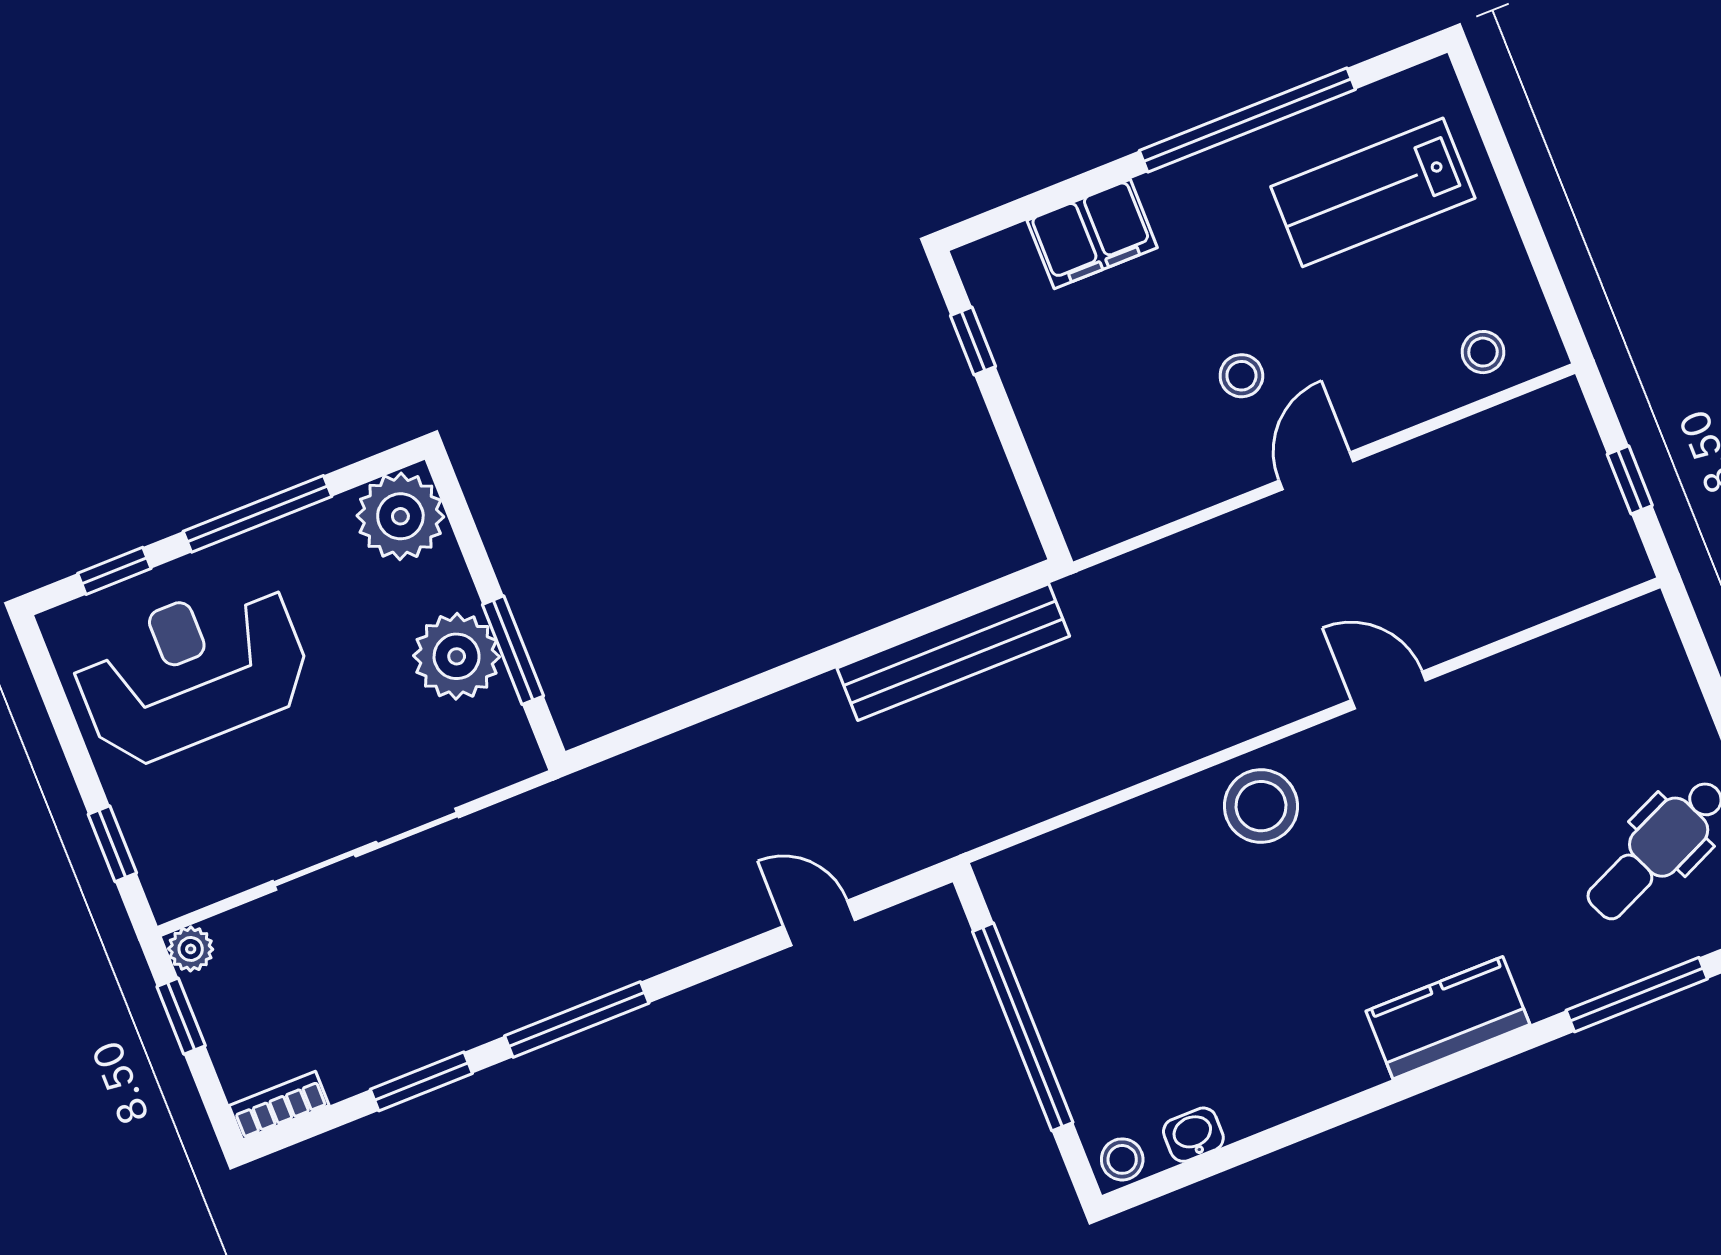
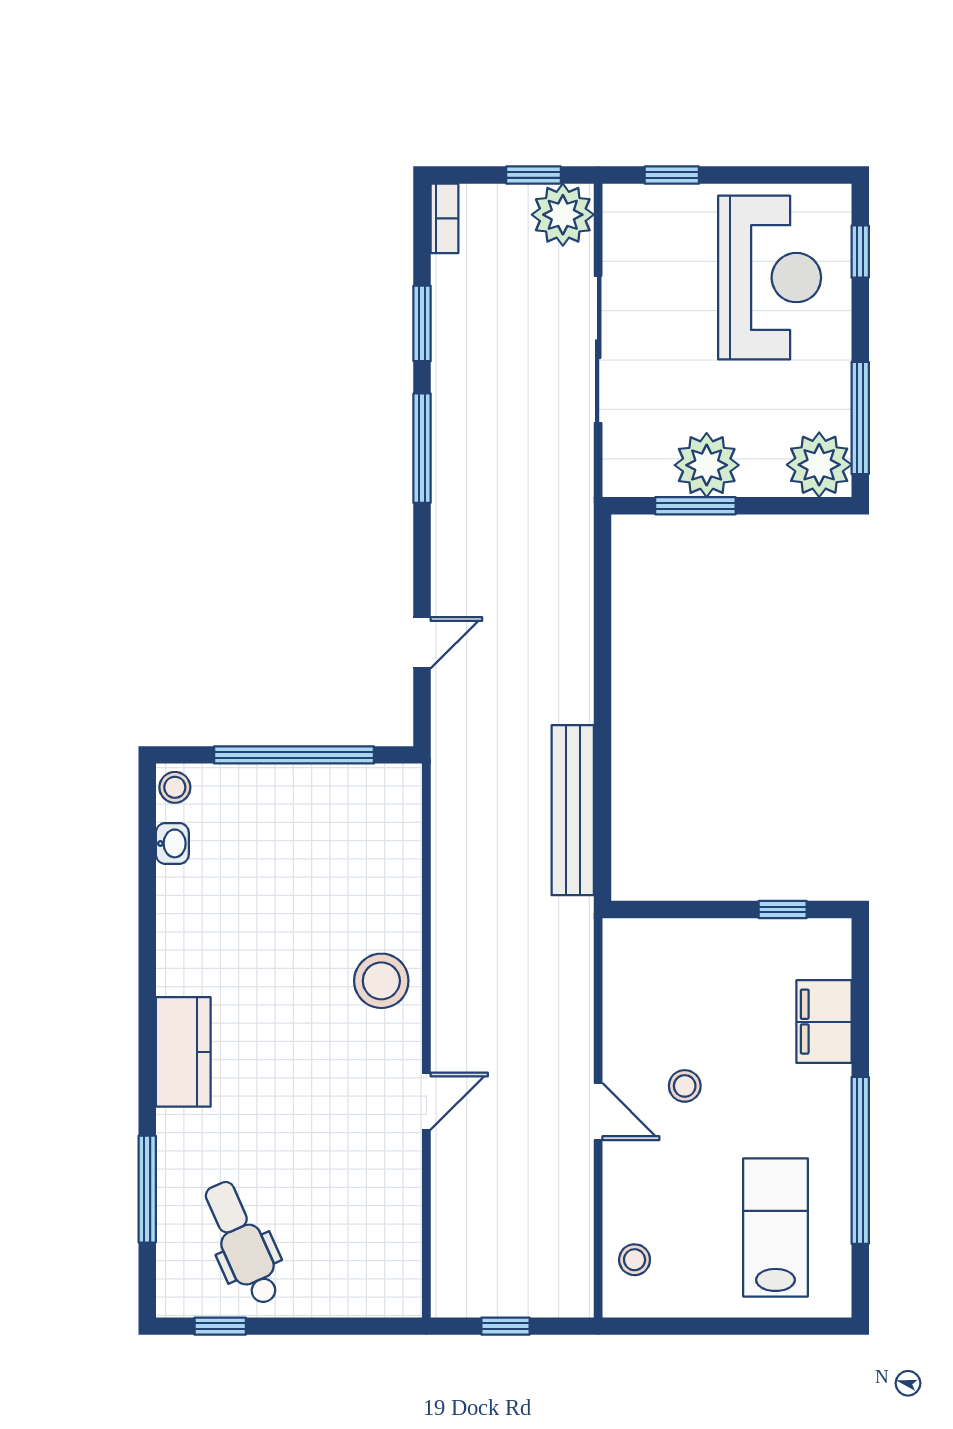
window: (257, 514) -> (860, 418), moved
plant: (191, 949) -> (563, 215), width x1.88, depth x1.88

